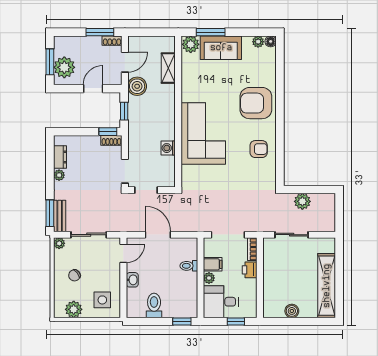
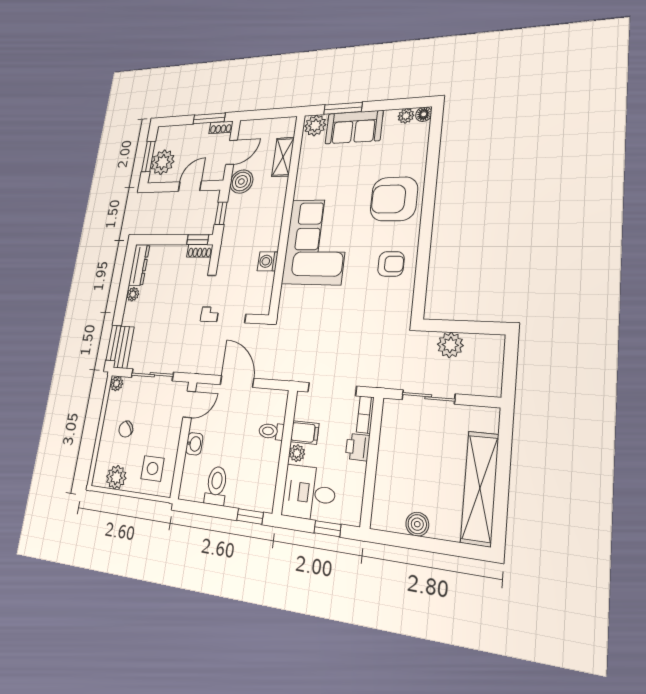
dresser: (60, 157) -> (139, 265), width x1.44

